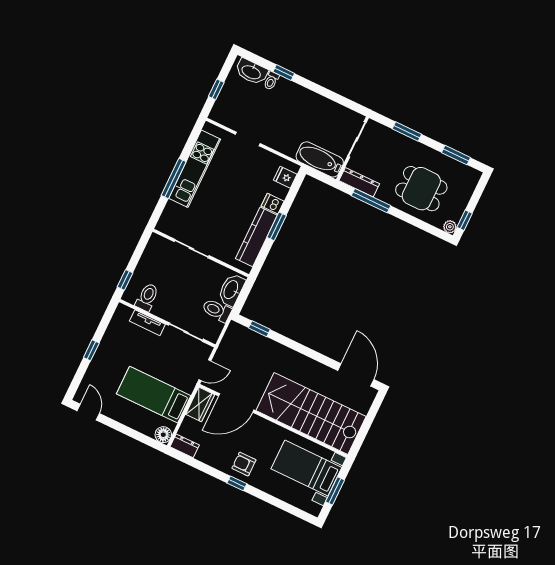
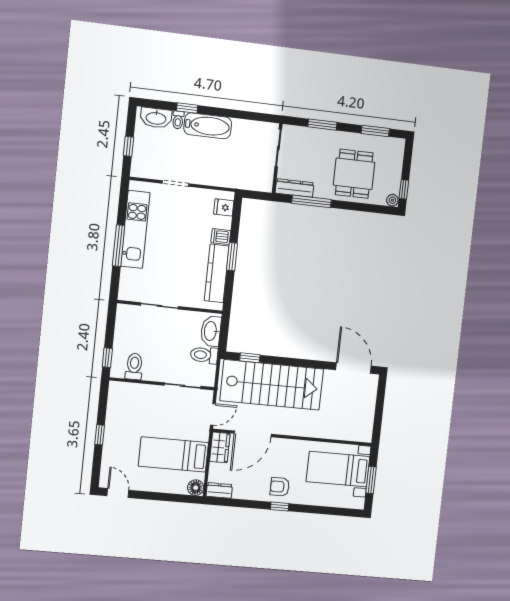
bathtub: (320, 159) -> (208, 126), moved, turned 180
dining table: (421, 189) -> (354, 174), turned 90
tv unit: (147, 323) -> (143, 390), removed
stairs: (311, 414) -> (272, 385), moved, turned 180

